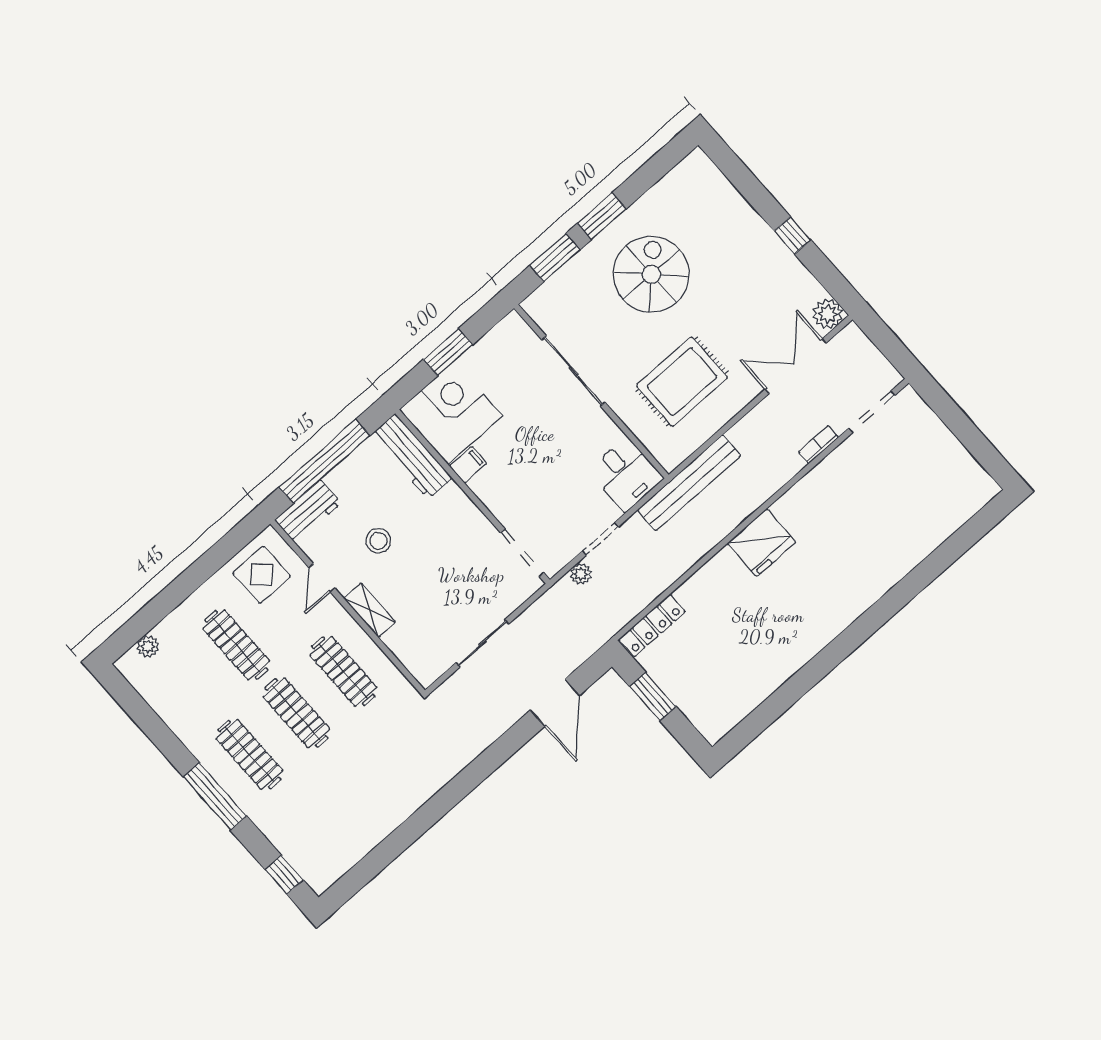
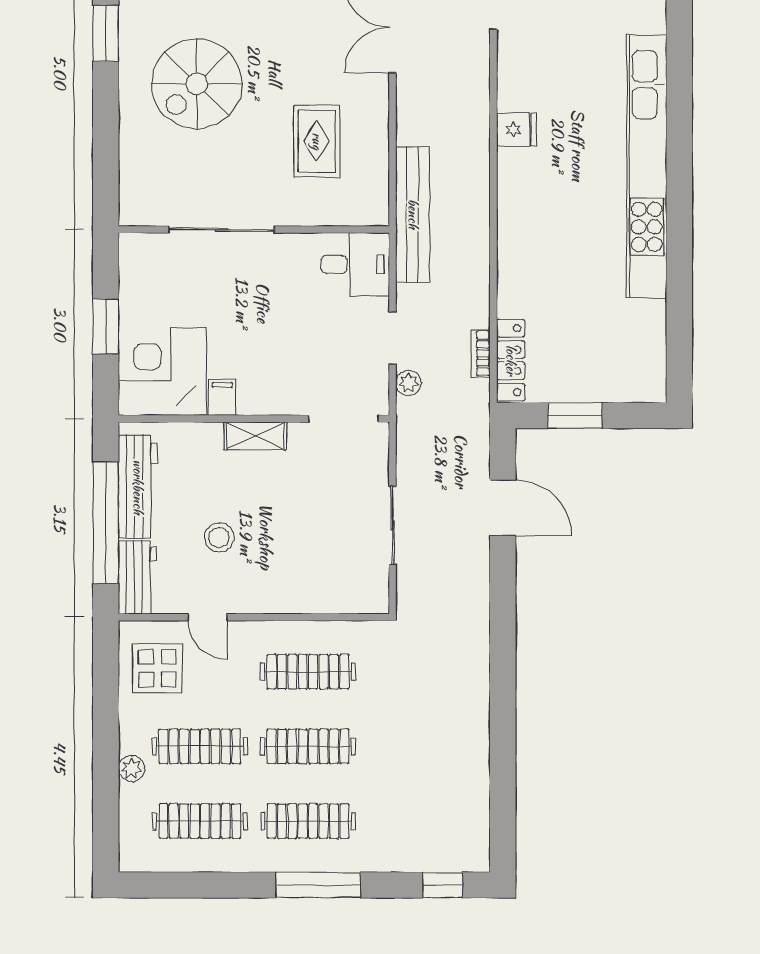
window: (602, 216) -> (106, 33), moved
window: (555, 258) -> (106, 157), removed
spiral stairs: (651, 274) -> (197, 84), turned -90
rug: (682, 382) -> (317, 141), width x0.73, depth x0.70
bookcase: (819, 445) -> (481, 353), moved
workbench: (412, 456) -> (138, 487), moved, turned -90
fridge: (762, 543) -> (516, 130), moved, width x0.53, depth x0.75
kitchen unit: (850, 603) -> (647, 166), added
shelving: (370, 610) -> (255, 436), moved
plant: (148, 646) -> (132, 768), moved
clothes rail: (189, 686) -> (200, 821), added

